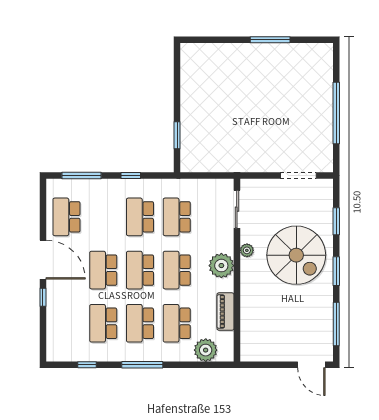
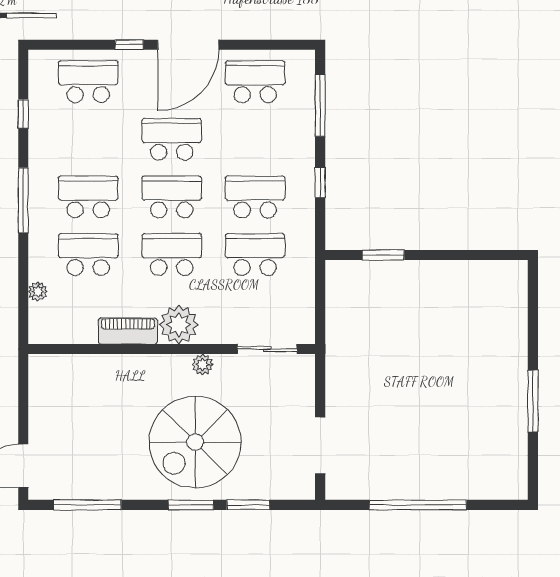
window: (336, 271) -> (191, 505), moved
piano: (225, 312) -> (128, 331), moved
school desk: (103, 323) -> (88, 82), moved
plant: (206, 350) -> (38, 291), width x0.53, depth x0.53

